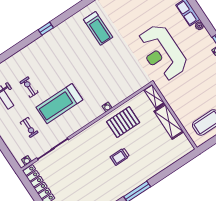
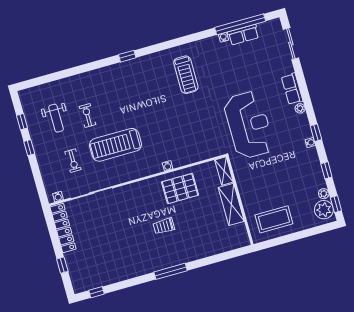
reception desk: (162, 53) -> (249, 125), turned 180

